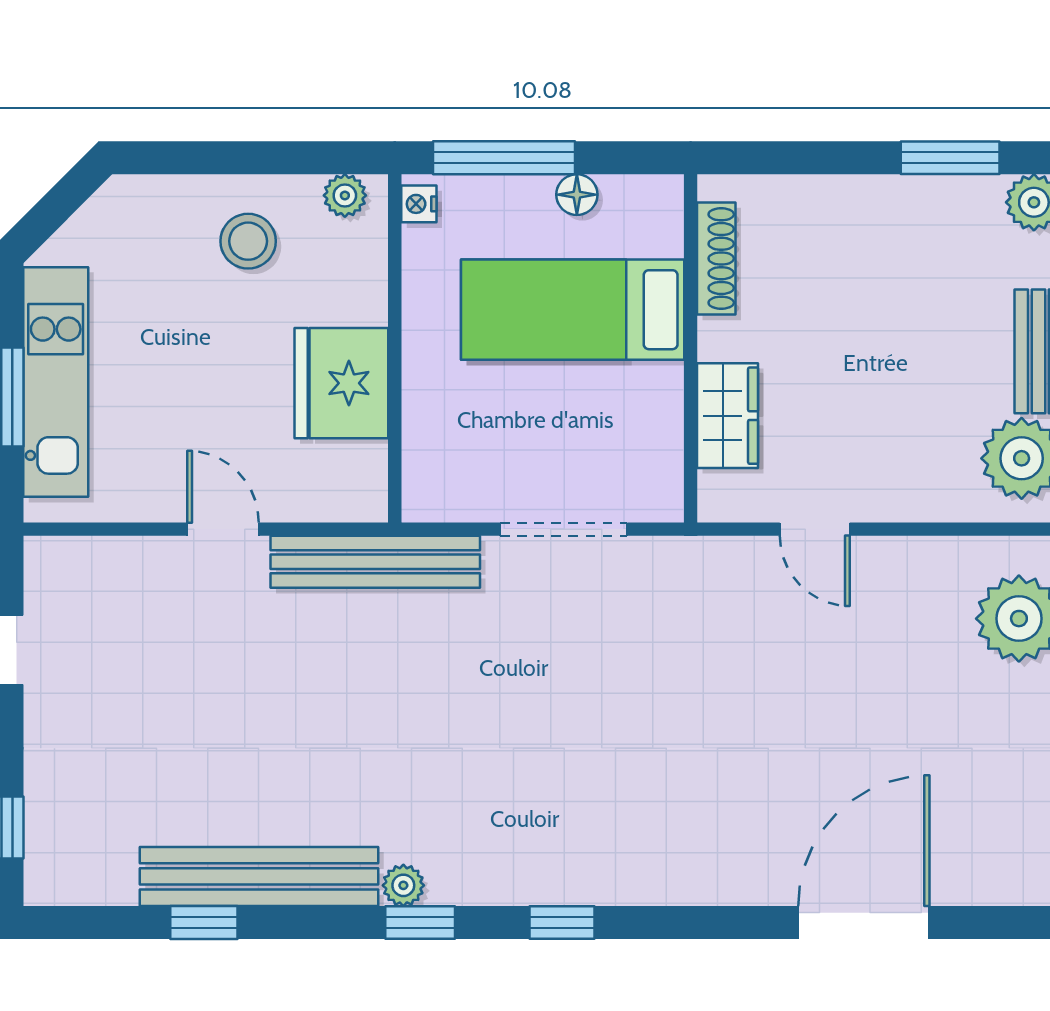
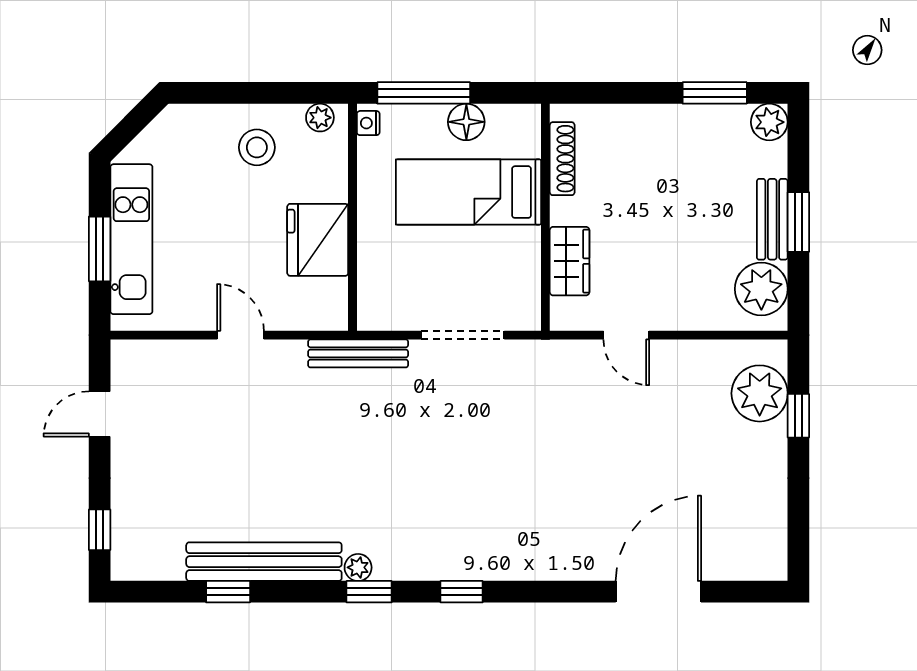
floor lamp: (577, 195) -> (466, 122), width x1.37, depth x1.37
bench: (375, 562) -> (358, 353), width x0.73, depth x0.82

